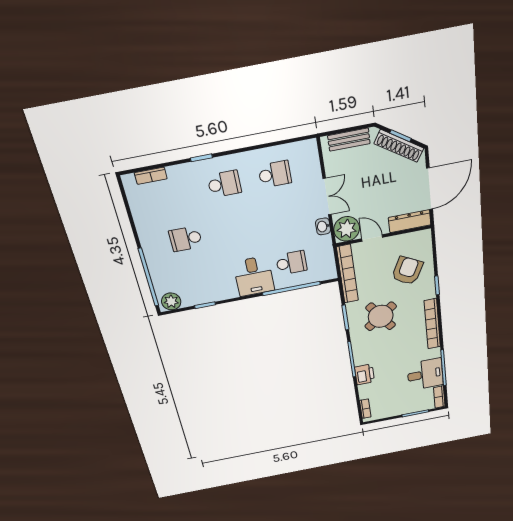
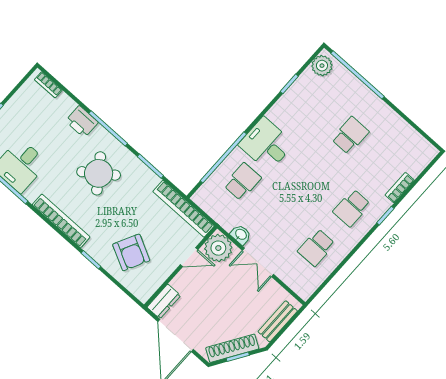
bookcase: (151, 176) -> (400, 188), moved
dresser: (410, 221) -> (164, 301), width x0.70
school desk: (291, 263) -> (242, 182), turned 180
round table: (381, 316) -> (99, 173), moved

